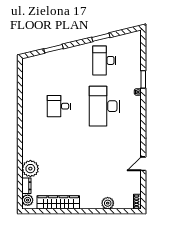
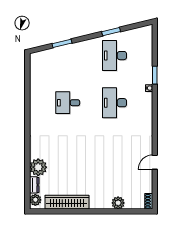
desk: (104, 106) -> (115, 103), width x0.73, depth x0.77

